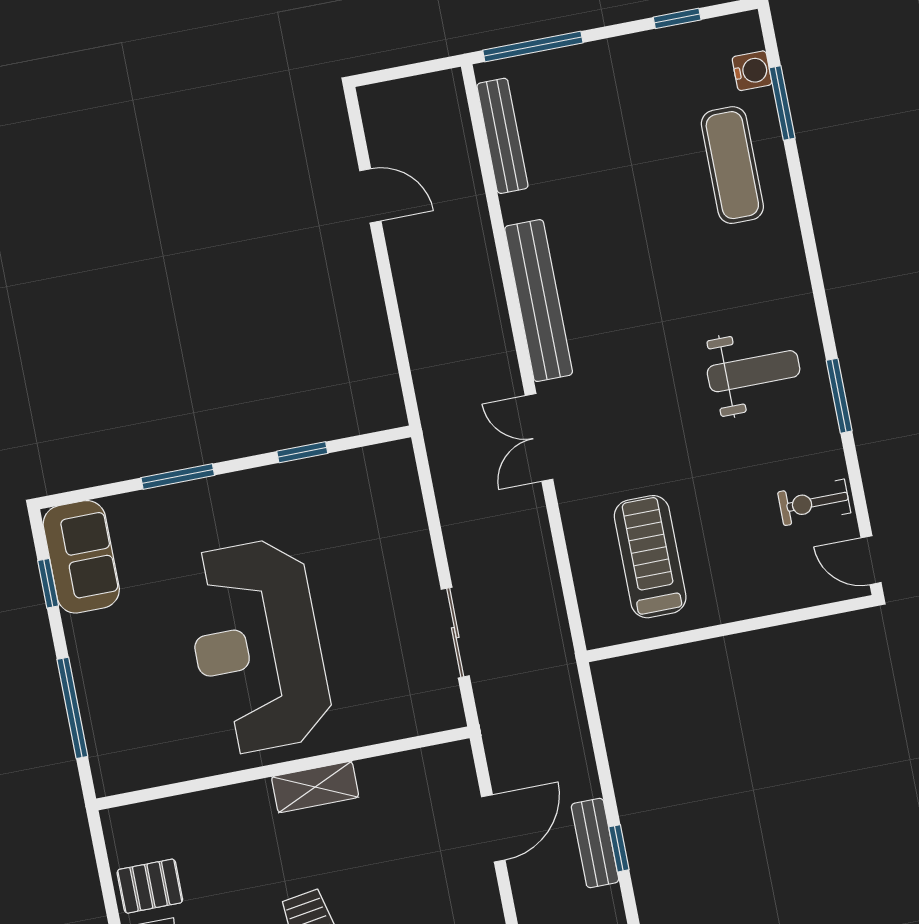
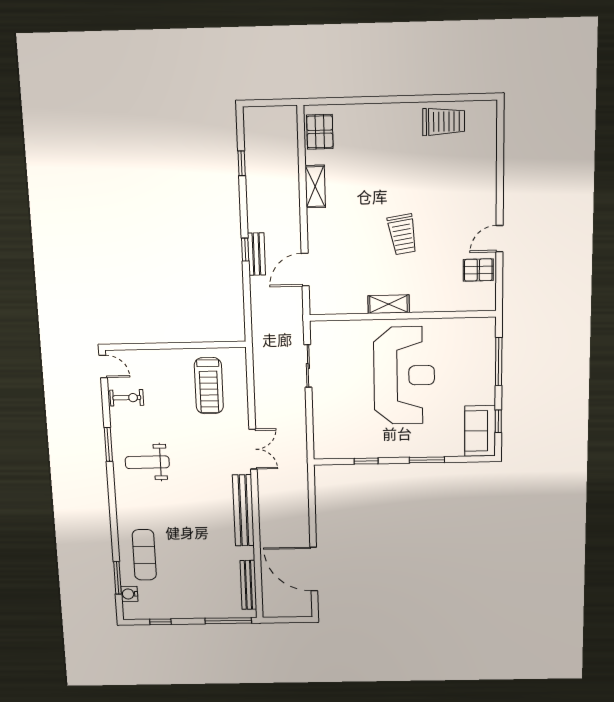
door: (370, 196) -> (314, 569), width x1.88

